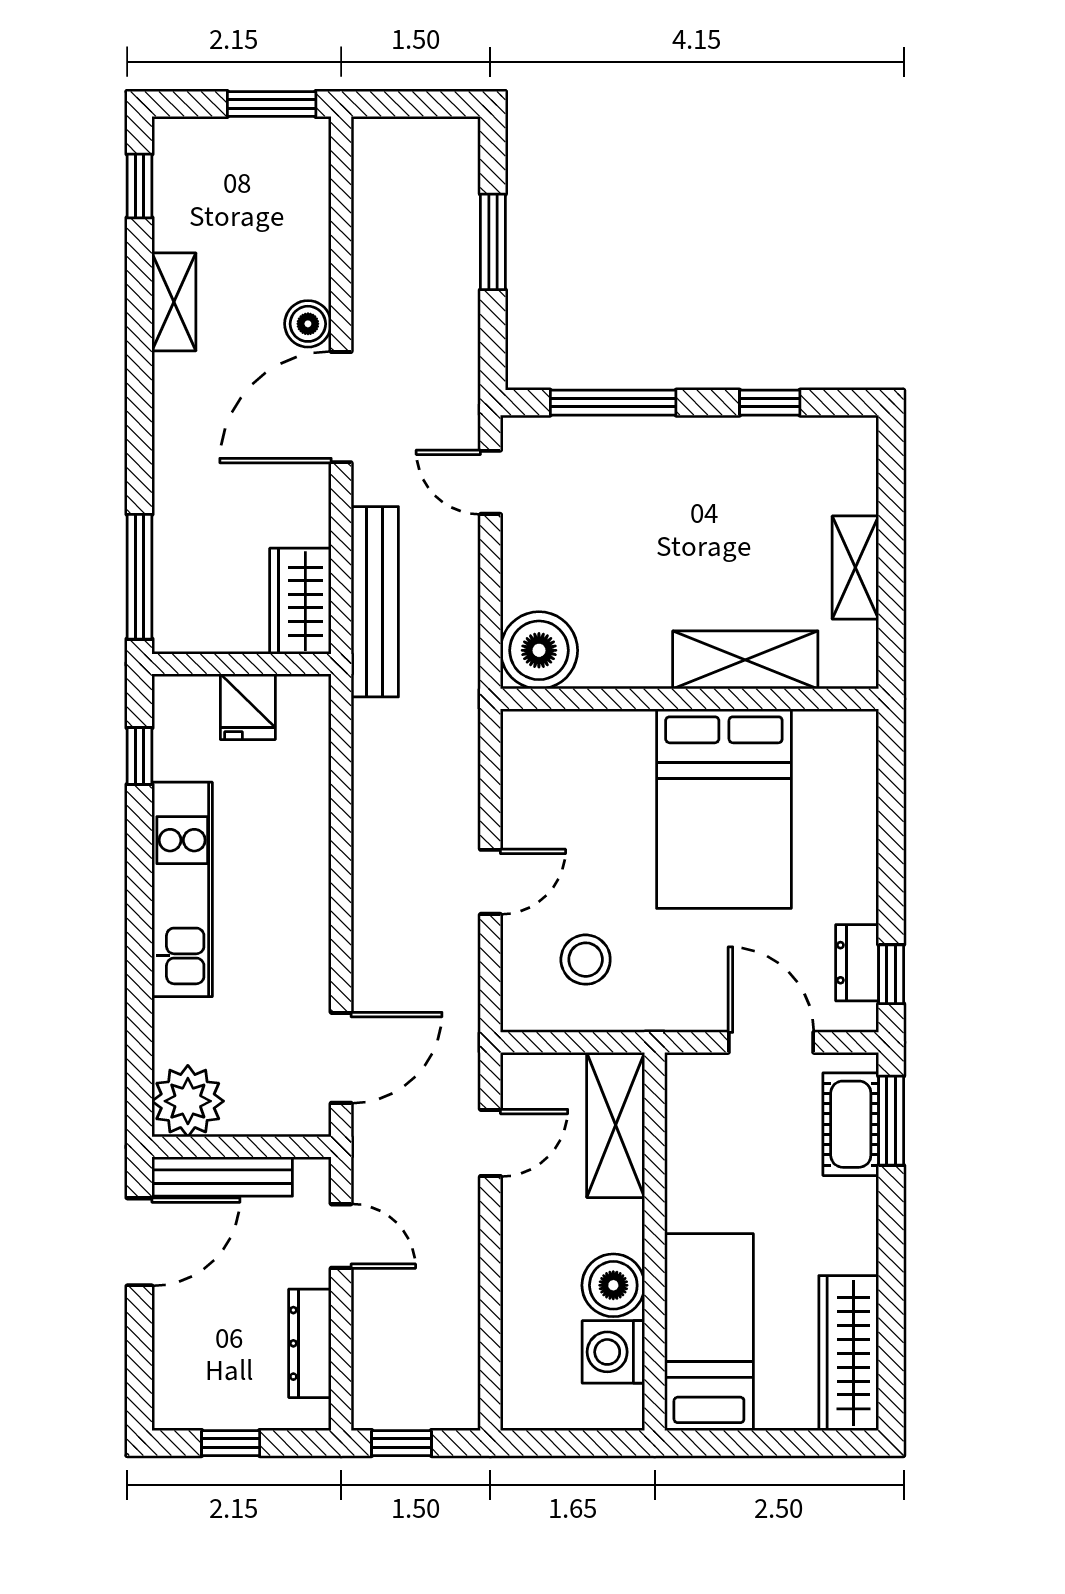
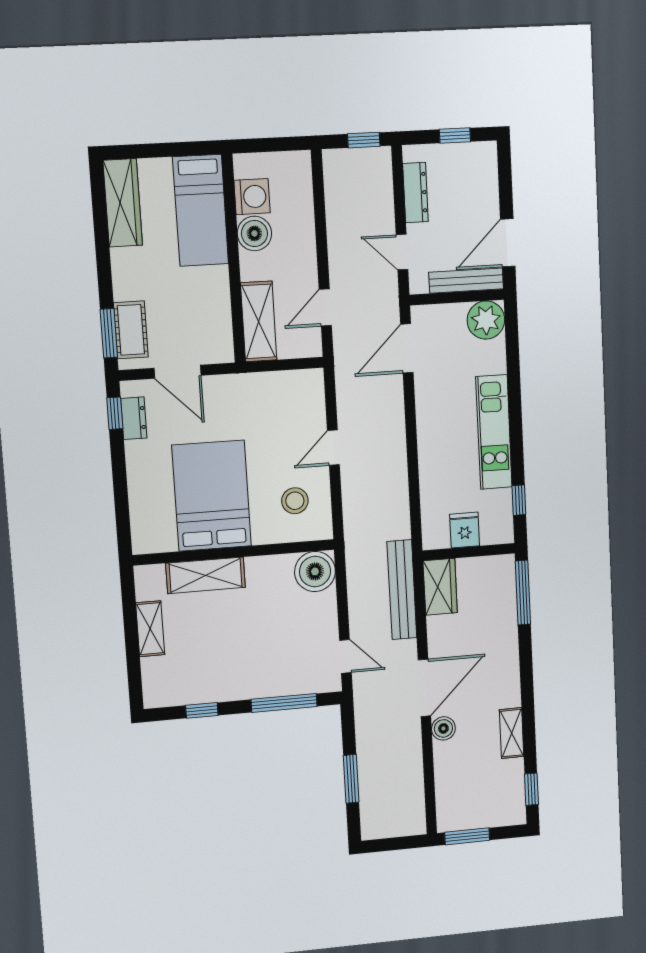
stool: (586, 960) -> (295, 501), moved

